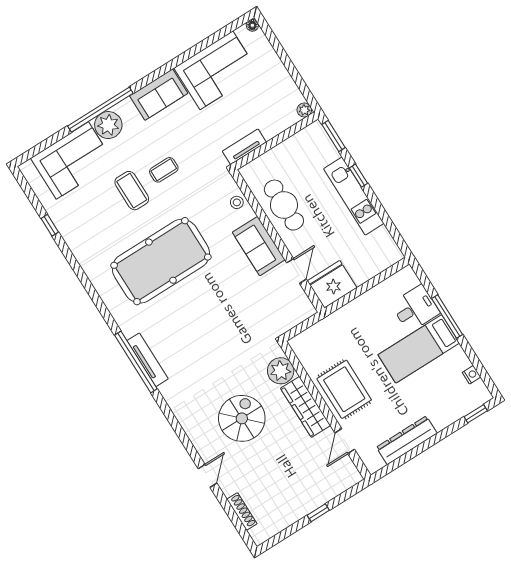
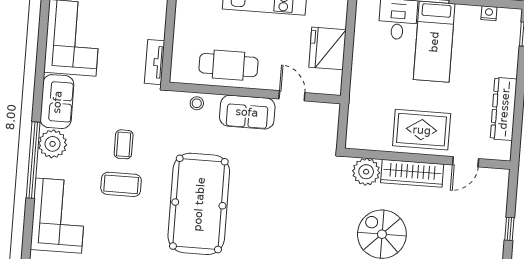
plant: (108, 125) -> (53, 144), moved
fridge: (332, 284) -> (327, 48), moved
door: (345, 441) -> (466, 162), hinge flipped

